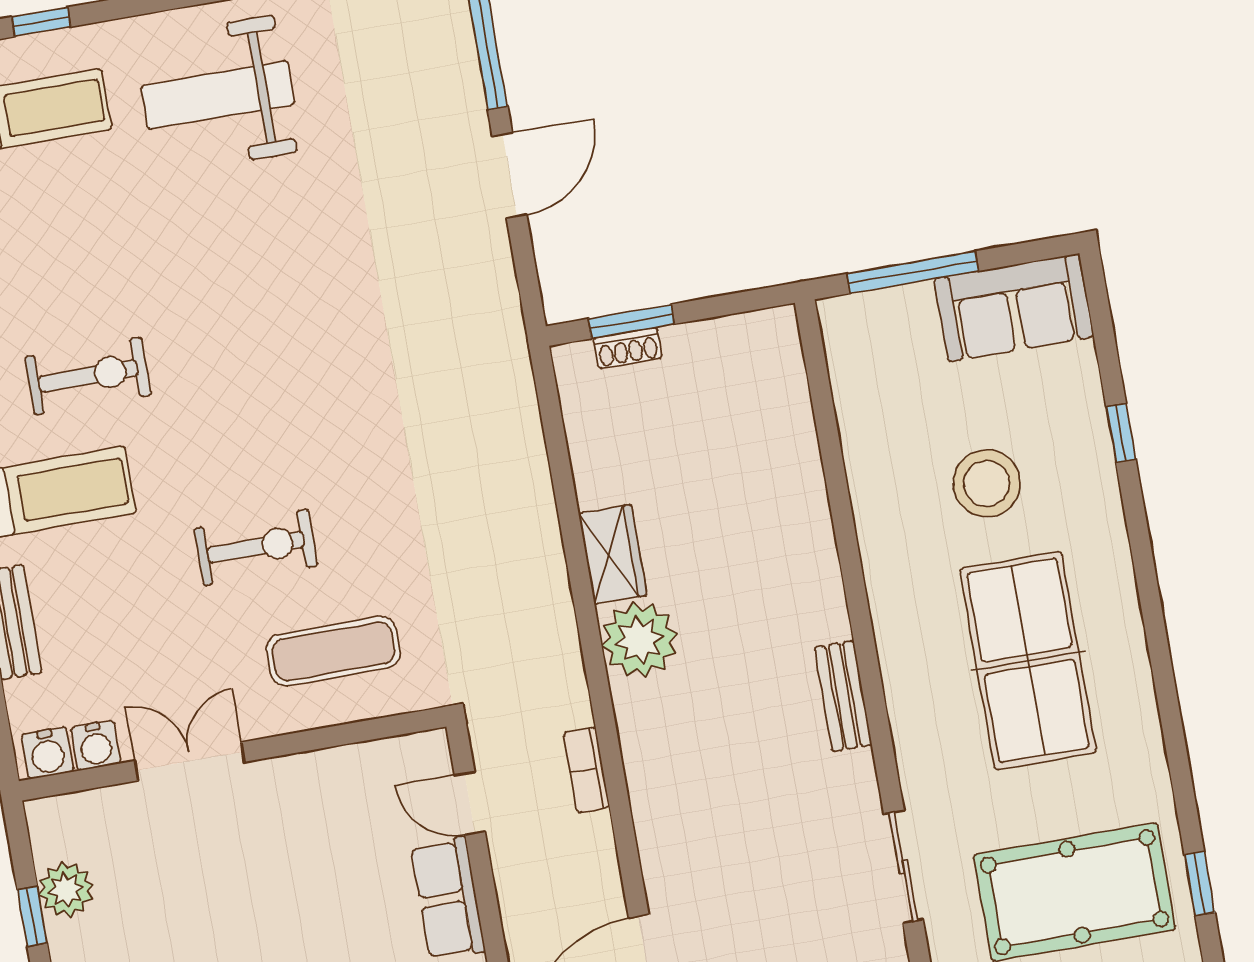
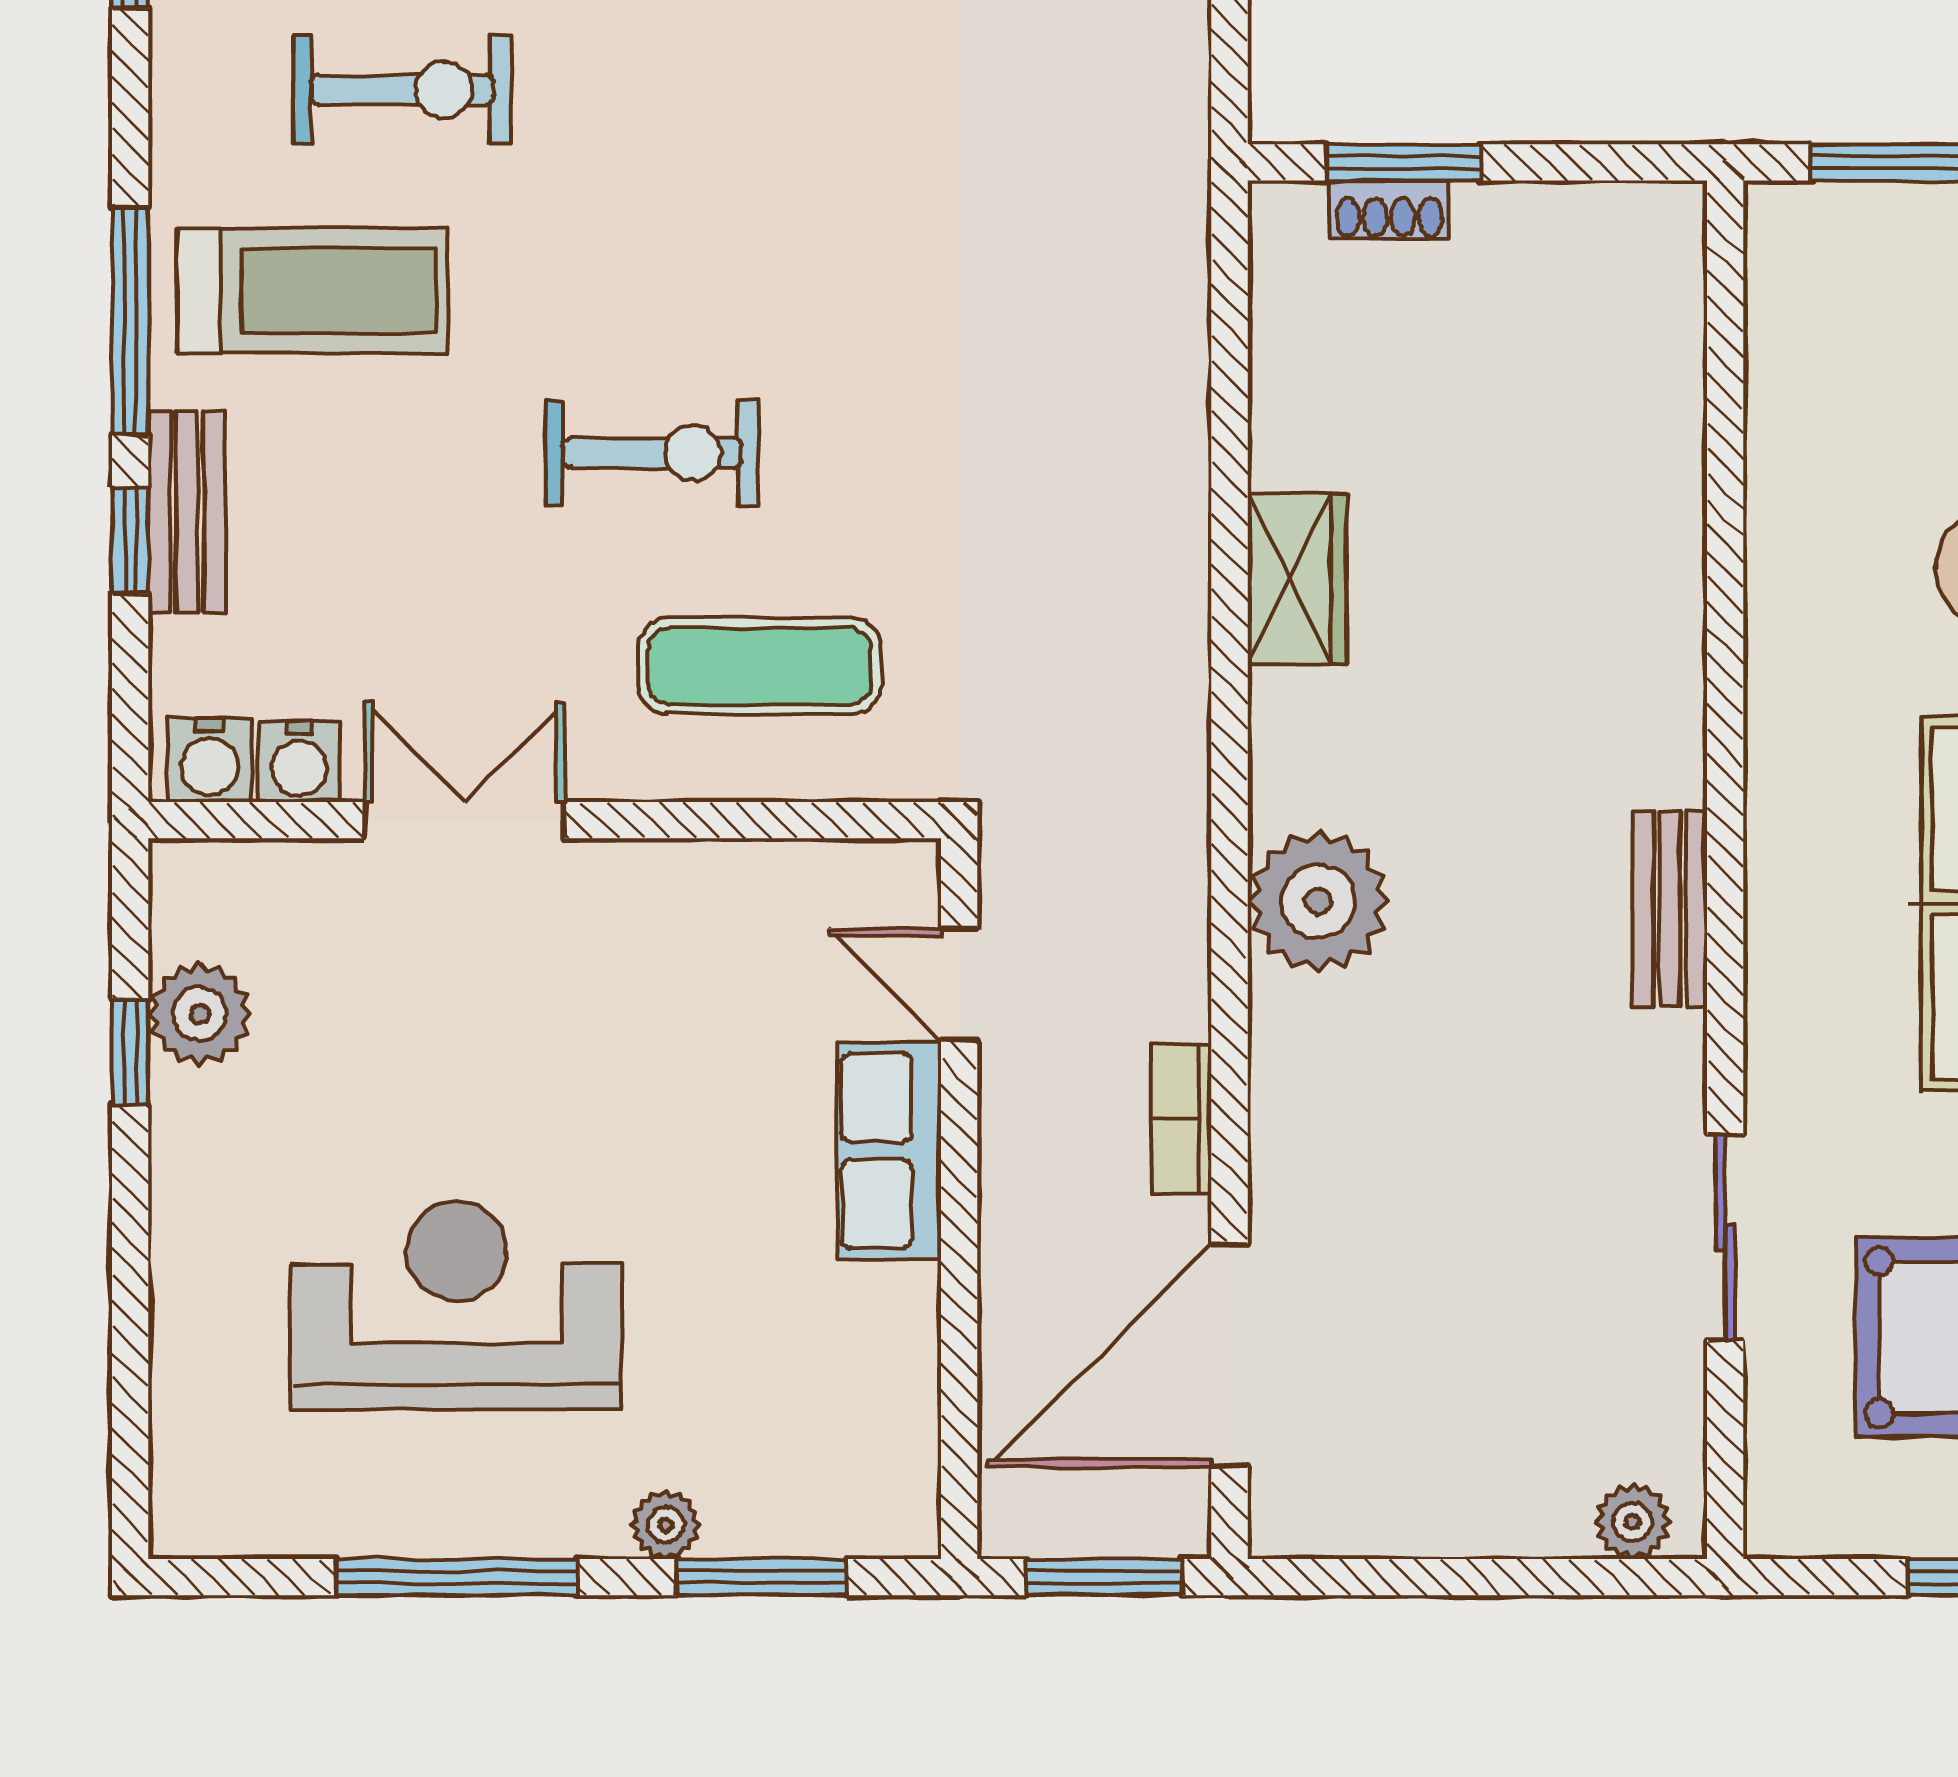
plant: (639, 640) -> (1318, 901), moved
bookcase: (587, 770) -> (1181, 1119), moved

